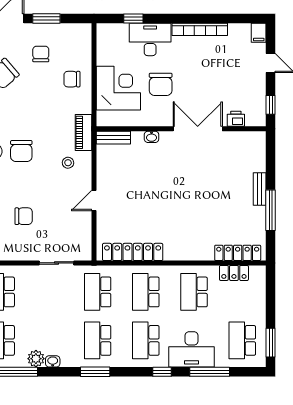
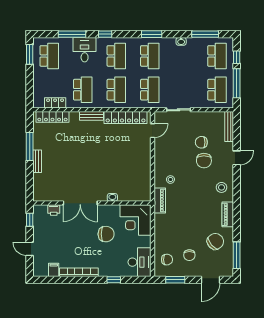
window: (46, 19) -> (175, 280), moved
window: (133, 19) -> (114, 280), moved
filing cabinet: (259, 33) -> (54, 270), moved
desk: (150, 39) -> (139, 262), moved, turned -90
chair: (72, 79) -> (167, 260), moved
chair: (161, 84) -> (106, 234), turned 90
corner desk: (118, 88) -> (136, 220), moved
bench: (113, 138) -> (91, 116), moved
chair: (21, 151) -> (204, 161), moved, turned 180
door: (94, 201) -> (152, 131), moved
desk: (192, 349) -> (85, 50), width x0.73
plant: (36, 359) -> (193, 43), removed

